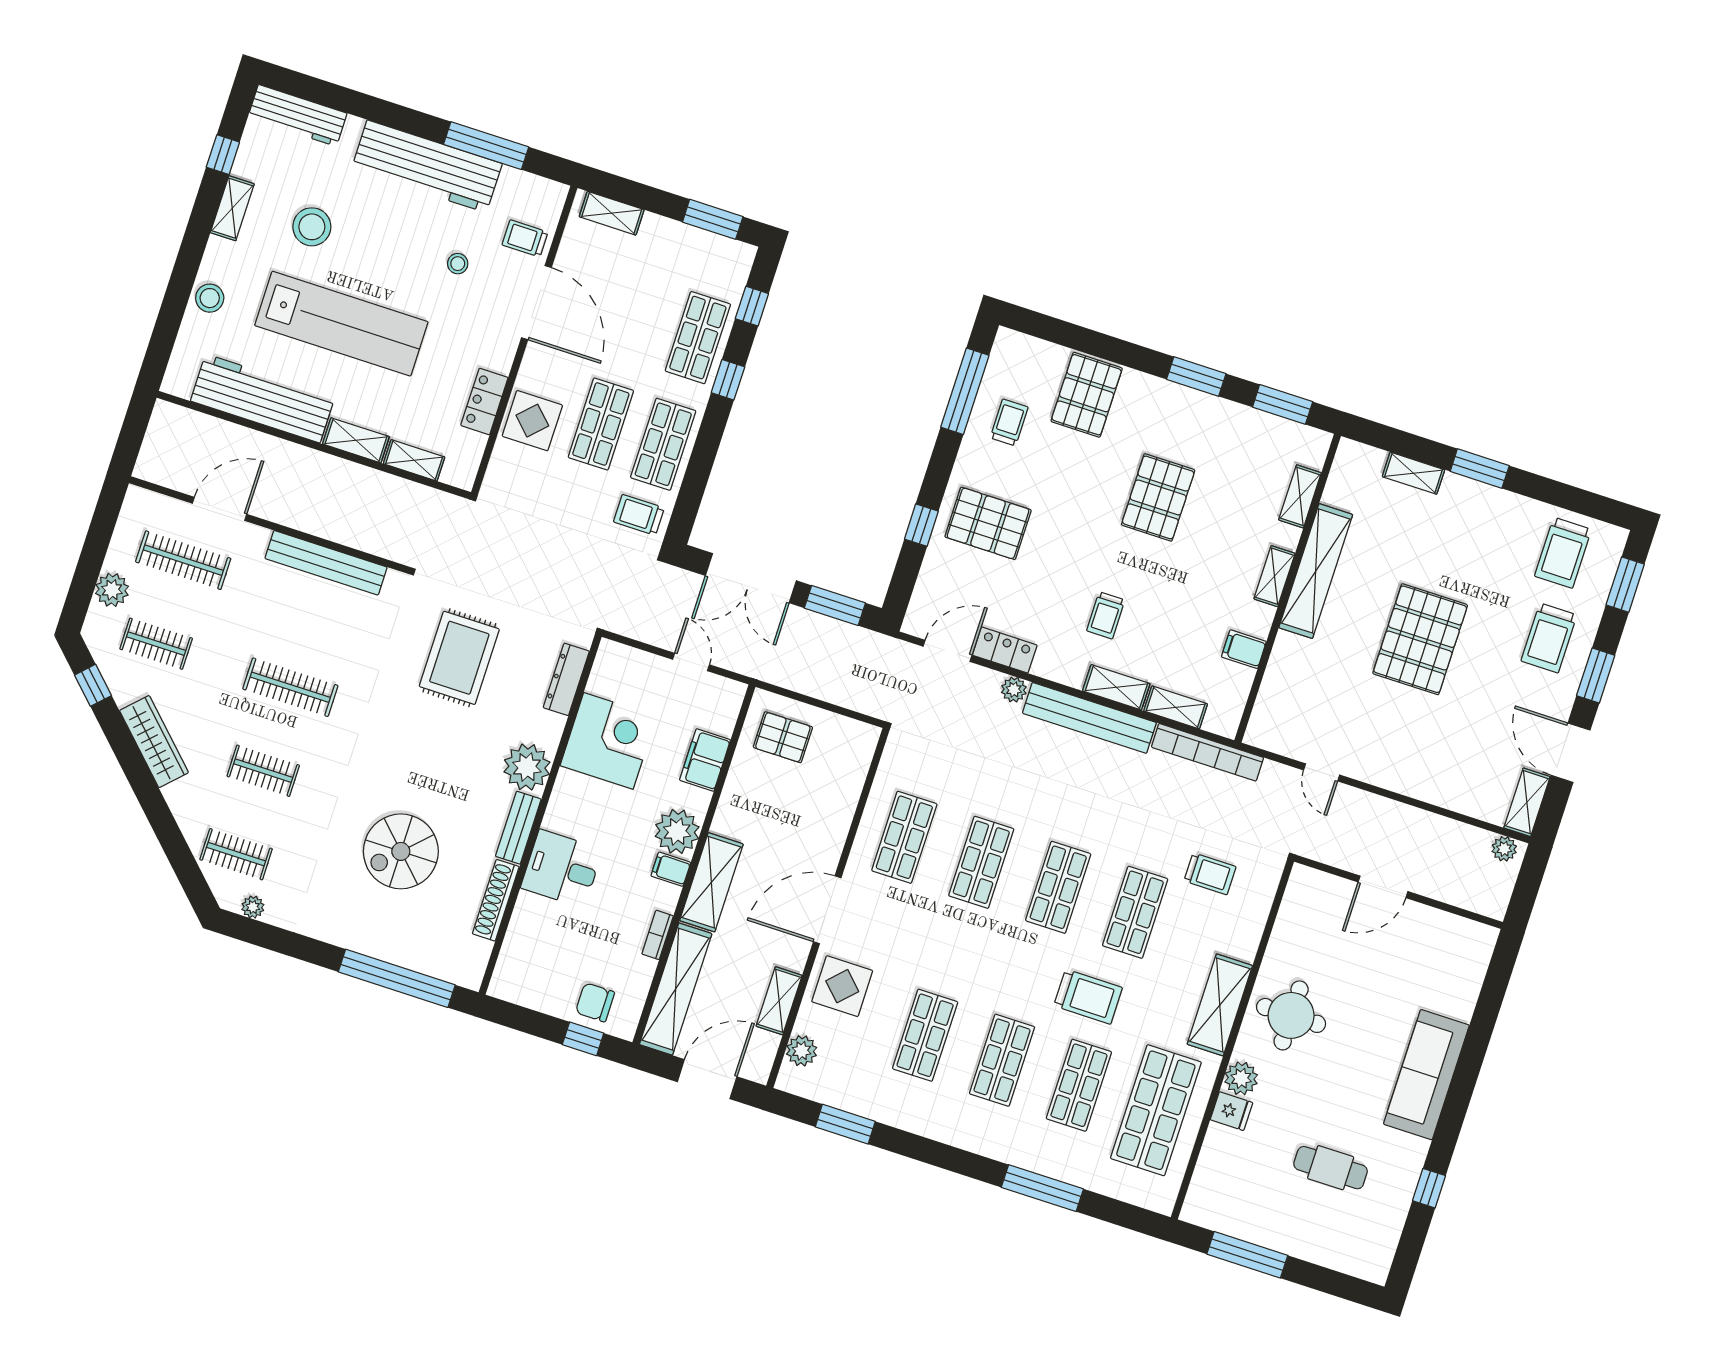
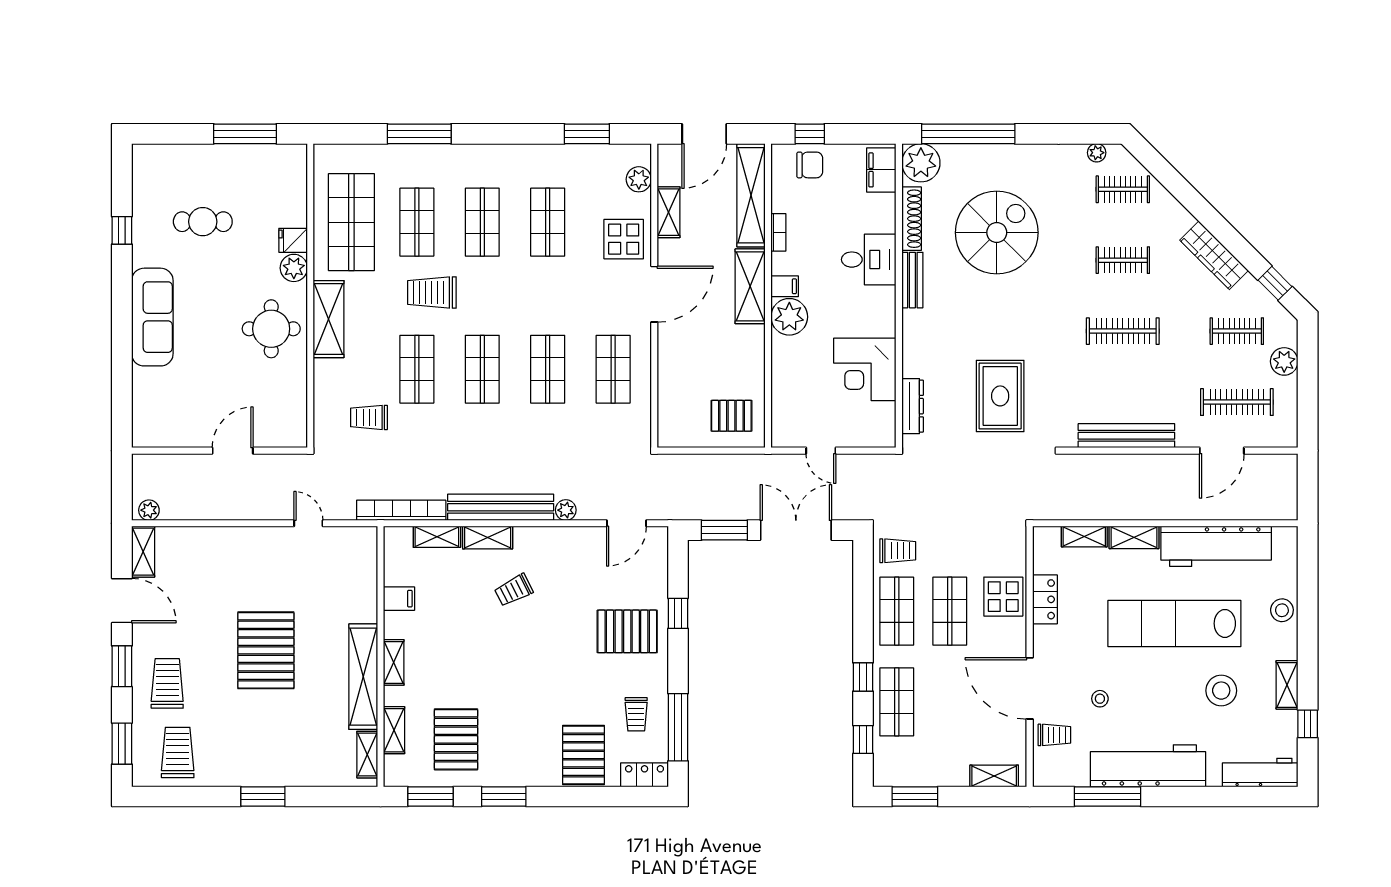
shelving: (1413, 473) -> (367, 755), moved, turned 90
pallet: (1158, 497) -> (456, 739), moved
trolley: (1106, 615) -> (514, 590), turned -117
locker: (1005, 650) -> (645, 775), moved, turned 180
filing cabinet: (705, 760) -> (881, 170), moved, turned 180
plant: (527, 767) -> (921, 163), moved
spiral stairs: (401, 851) -> (997, 233), width x1.37, depth x1.37

